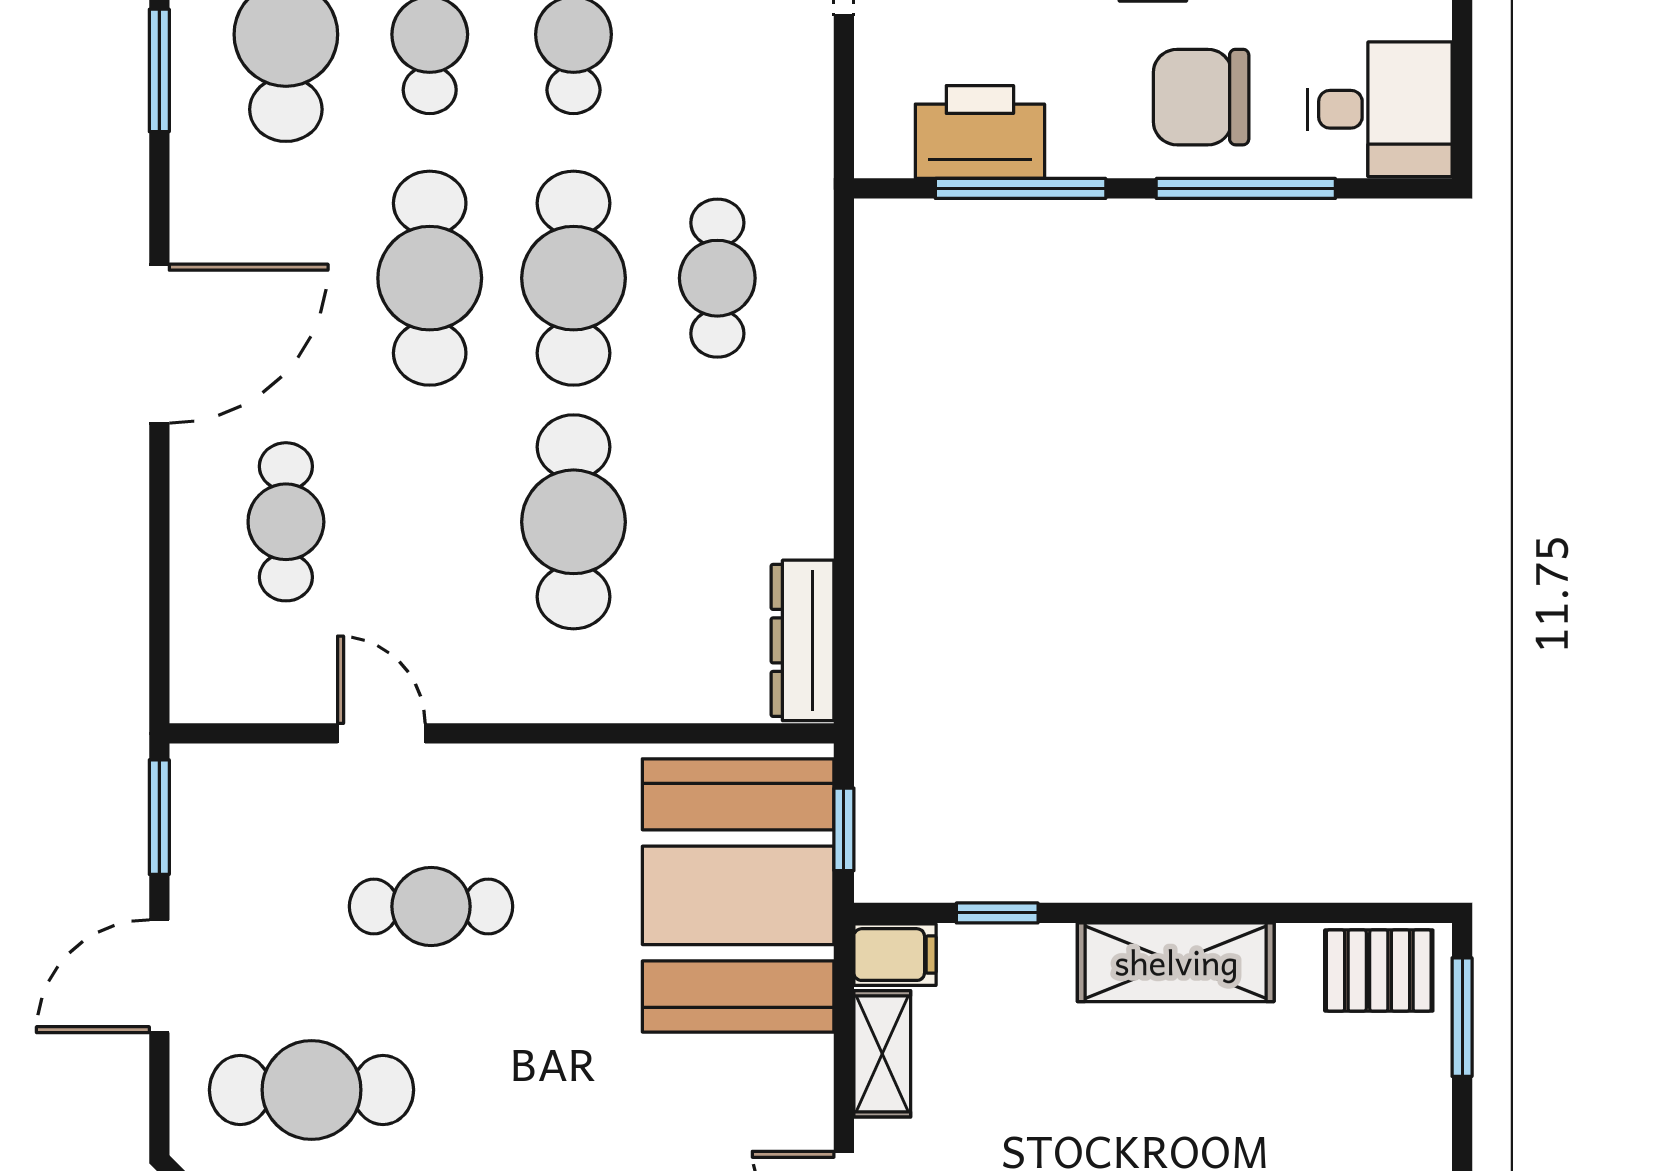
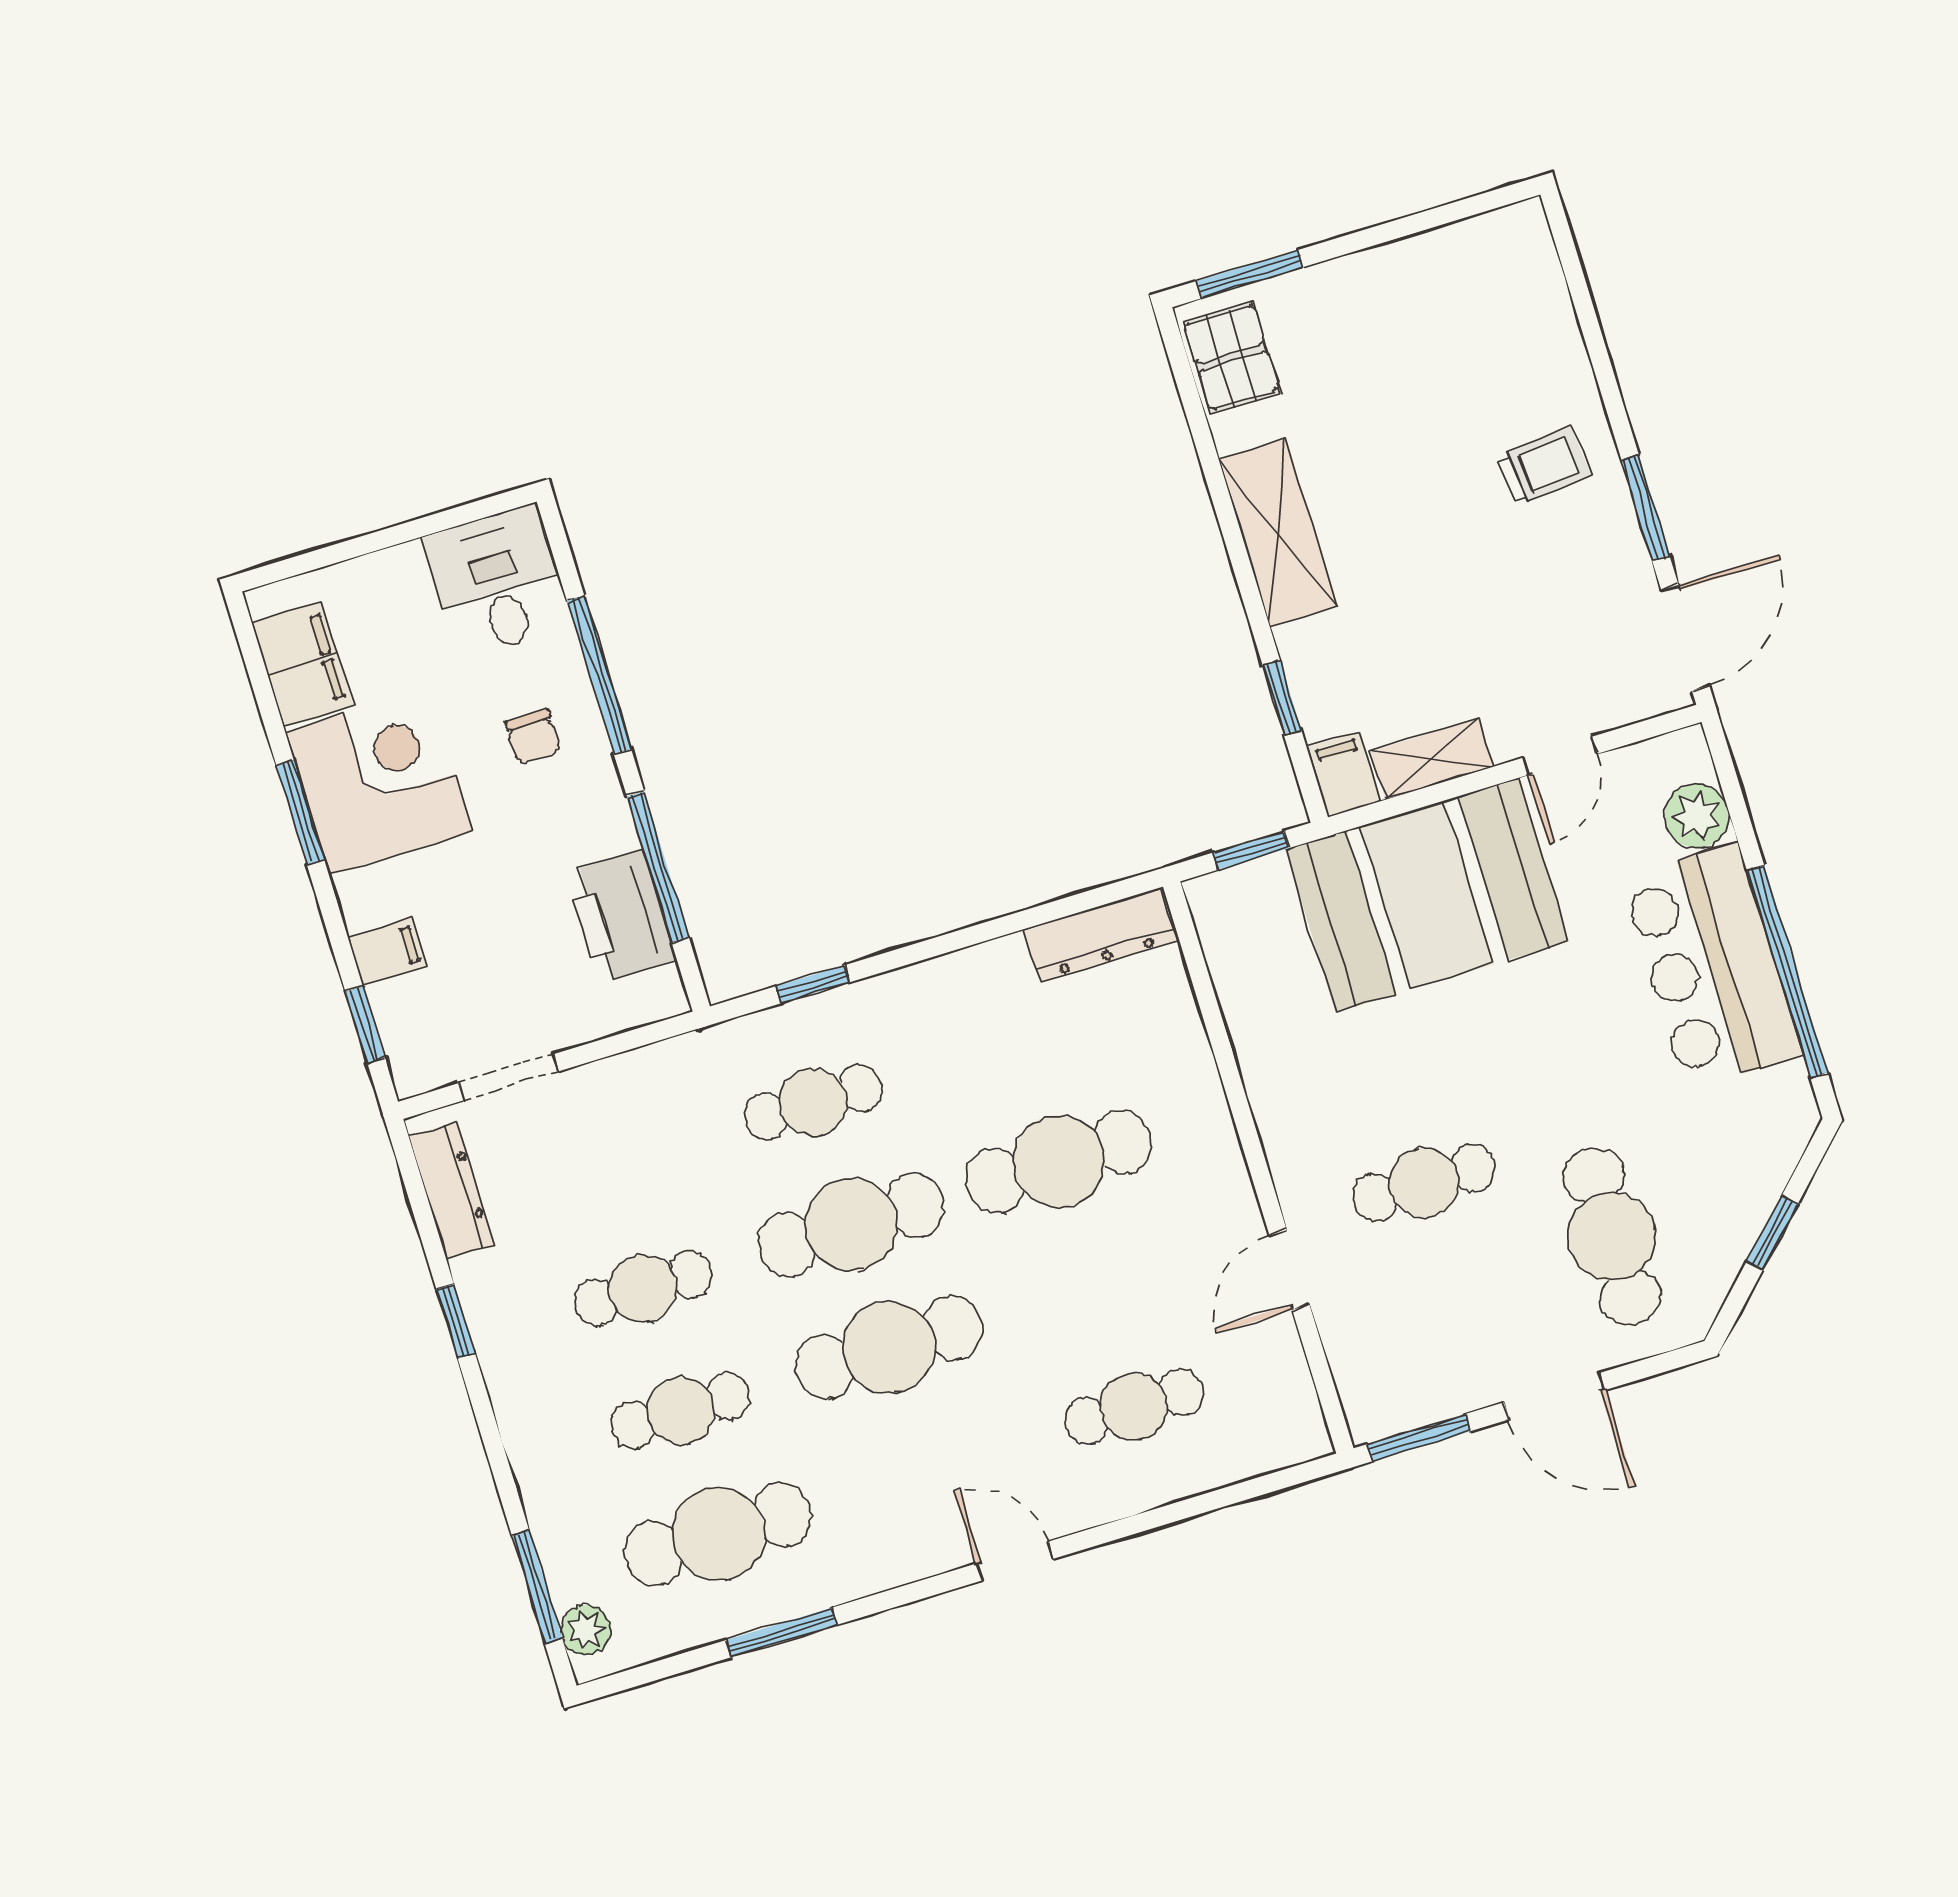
chair: (1201, 97) -> (533, 737), width x0.54, depth x0.54
window: (844, 316) -> (813, 984), added
door: (159, 344) -> (1015, 1561), width x0.53
booth: (738, 895) -> (1427, 895), moved
cafe table: (431, 906) -> (1424, 1183), turned 90

